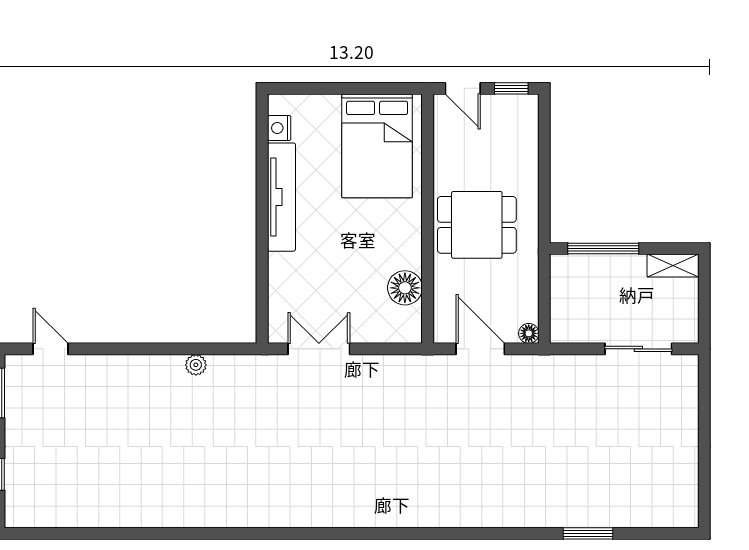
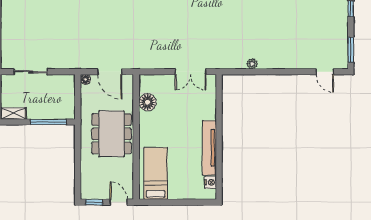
bed: (377, 146) -> (156, 173), width x0.67
dining table: (477, 225) -> (112, 134), width x1.37

